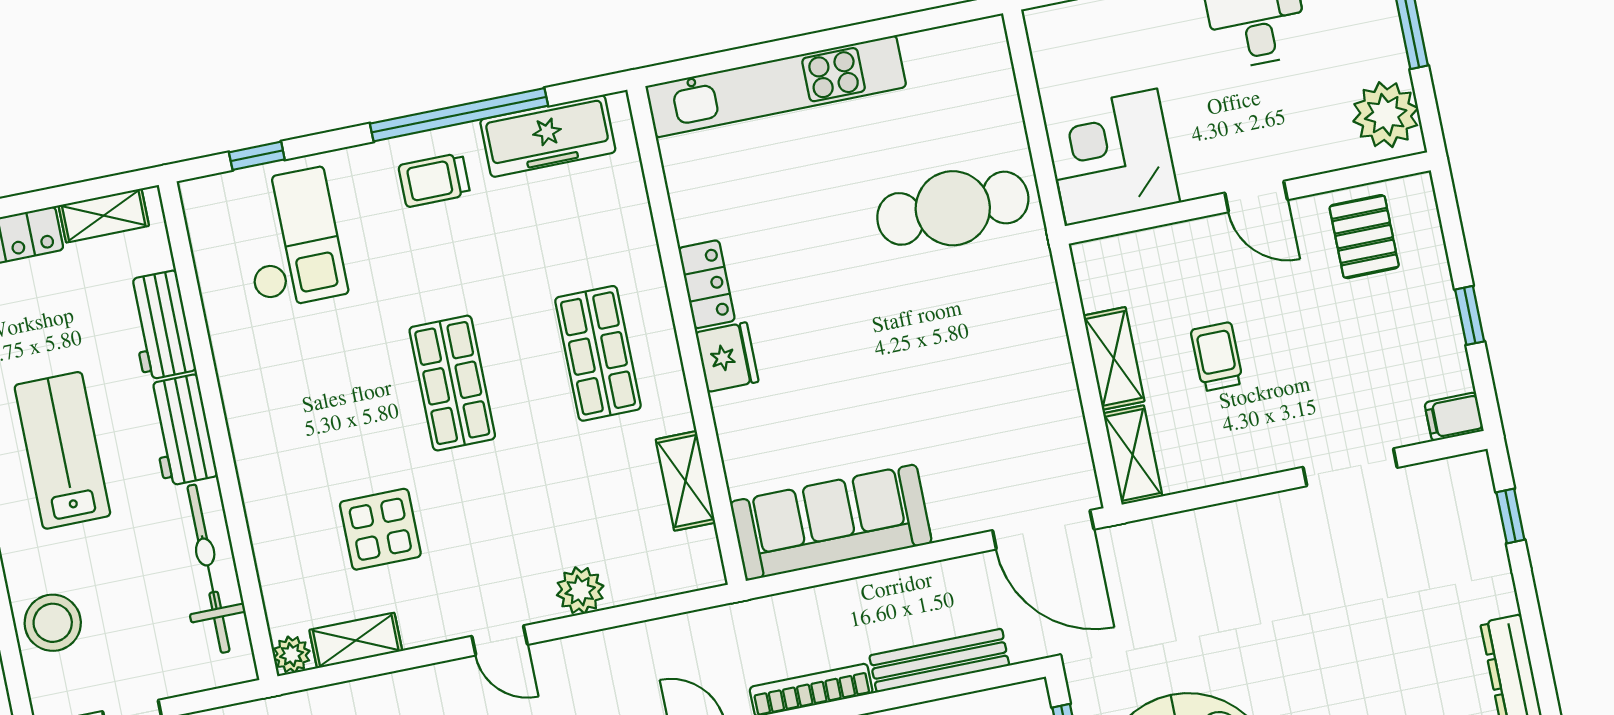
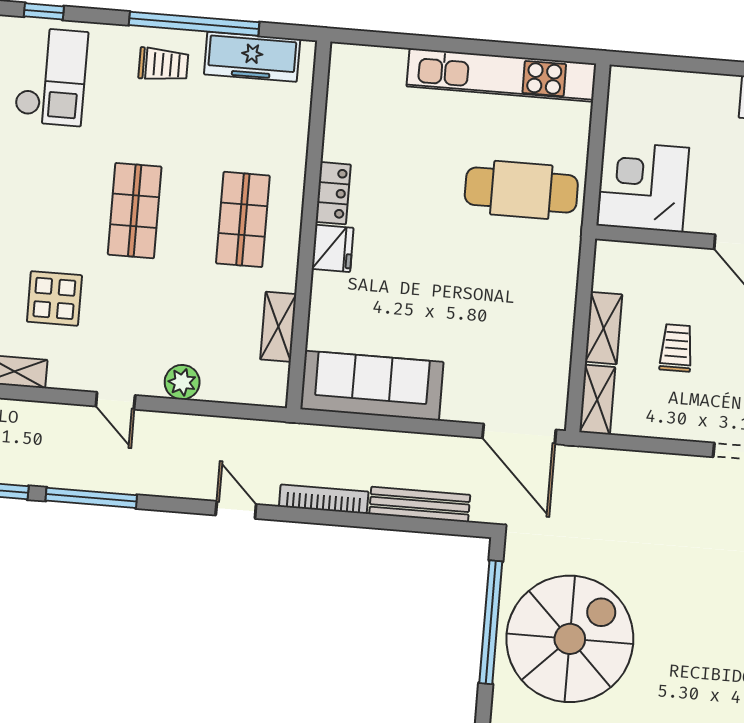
kitchen unit: (776, 86) -> (501, 75), moved
trolley: (434, 180) -> (163, 64), turned 180

